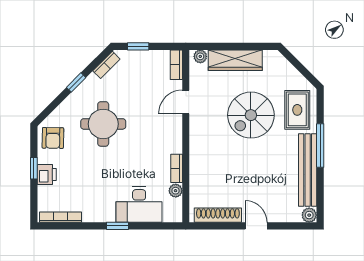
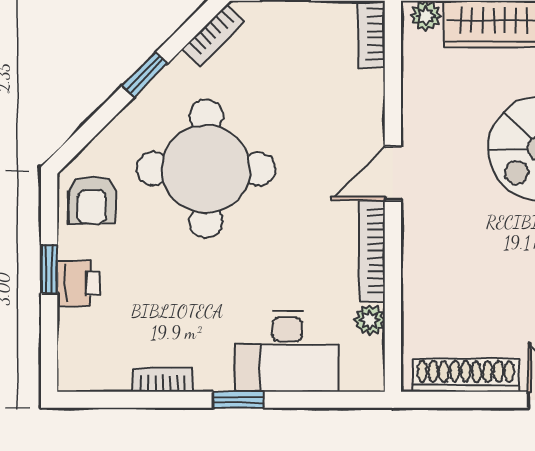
door: (186, 102) -> (393, 173), moved
round table: (103, 124) -> (206, 169), width x1.36, depth x1.36
bookcase: (177, 168) -> (372, 251), width x1.56
bookcase: (60, 217) -> (163, 380), moved, width x0.64

